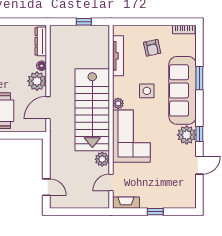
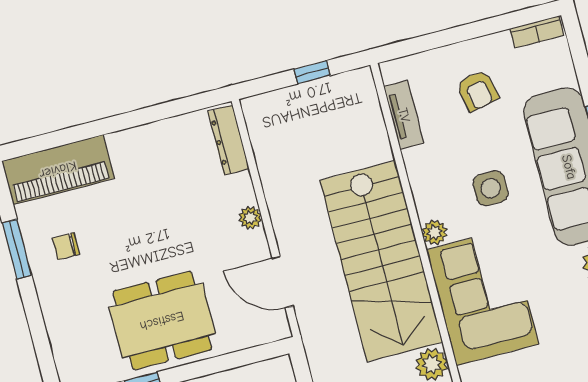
tv unit: (118, 56) -> (404, 115), width x0.71
floor lamp: (42, 66) -> (244, 193), removed
plant: (37, 81) -> (250, 218), width x0.53, depth x0.53
door: (48, 108) -> (283, 282), hinge flipped

